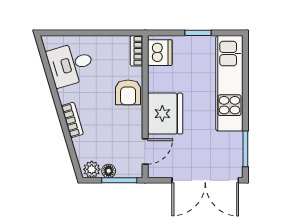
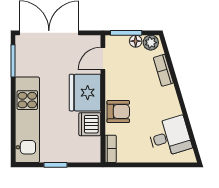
dishwasher: (160, 53) -> (90, 124), moved
armchair: (128, 92) -> (118, 112), turned 90
bookcase: (72, 120) -> (163, 70), moved

